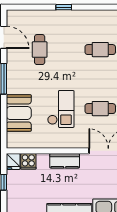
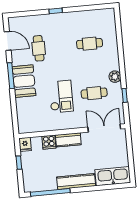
booth: (19, 113) -> (24, 81), moved
cooker: (28, 161) -> (49, 142), moved

